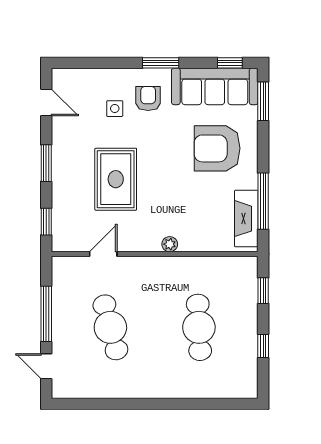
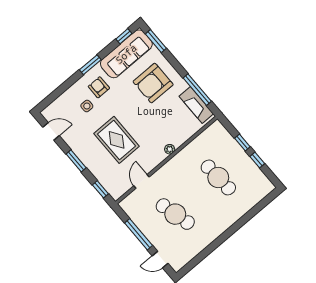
window: (263, 291) -> (242, 143), moved

